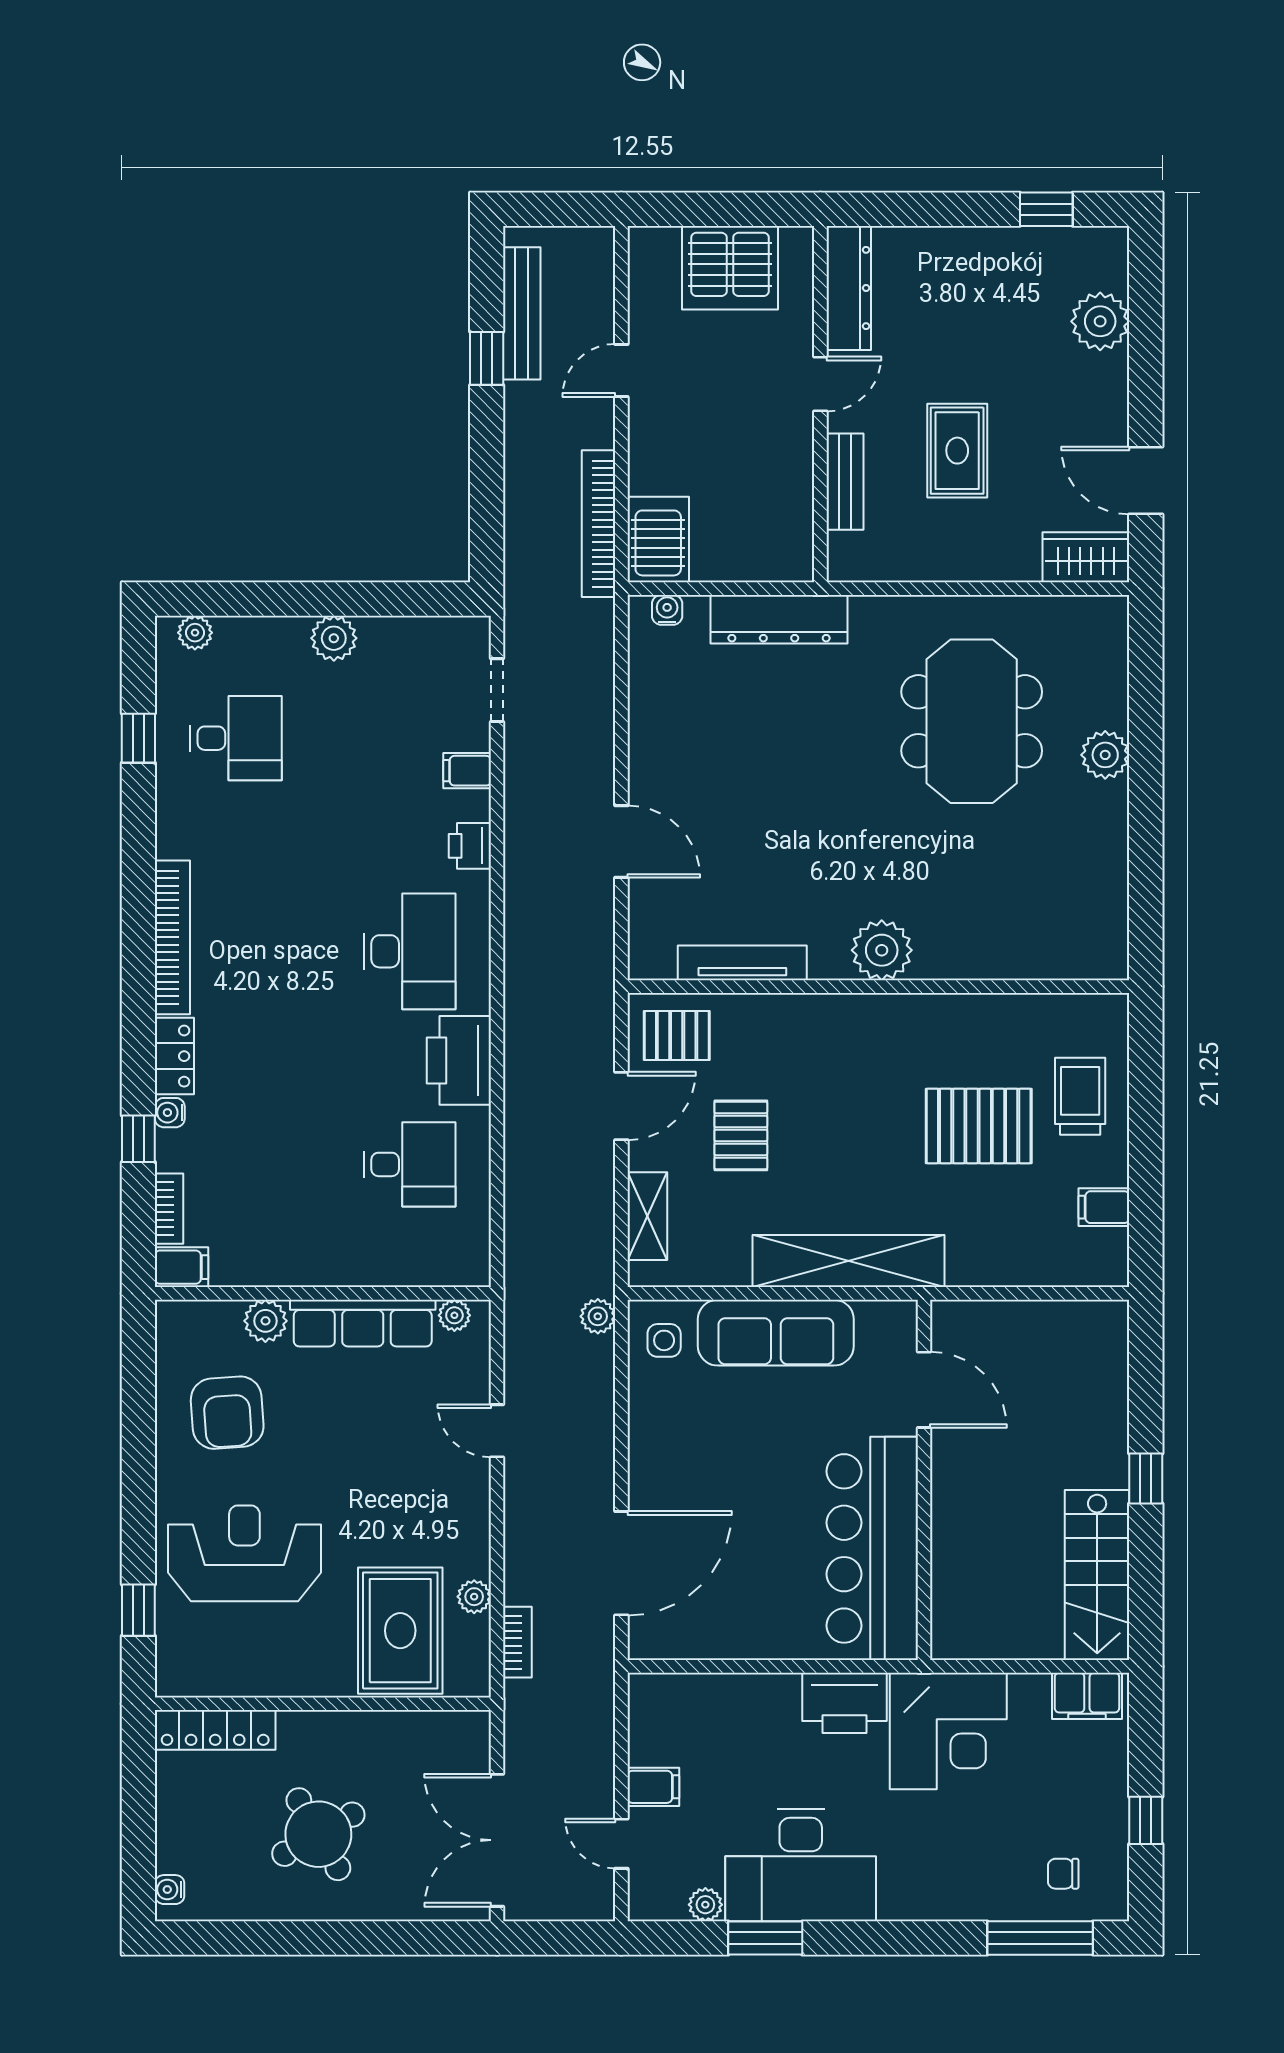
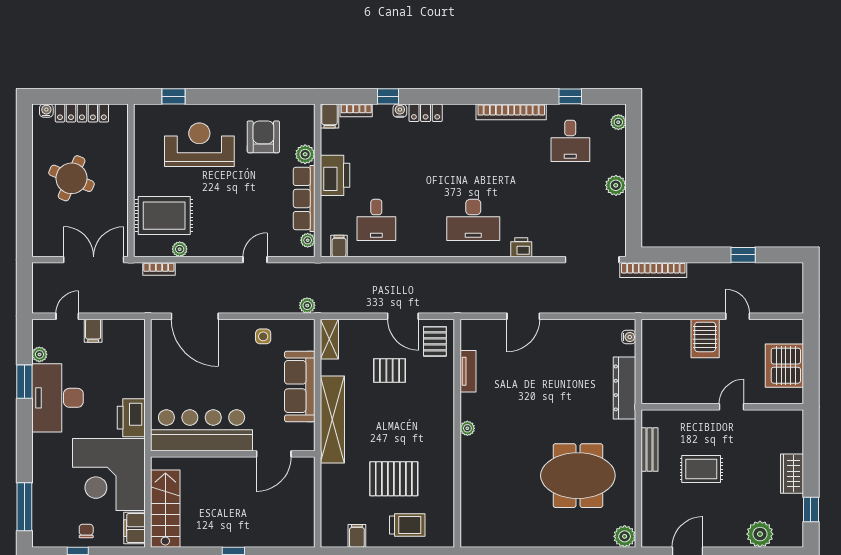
dresser: (849, 288) -> (775, 420), removed
bench: (522, 313) -> (764, 271), removed
door: (820, 384) -> (731, 407), swing flipped
bench: (845, 482) -> (650, 450), moved, turned 90
bookcase: (598, 524) -> (653, 270), moved, turned 180
server rack: (658, 540) -> (705, 339), moved, turned 90
wardrobe: (1086, 557) -> (792, 474), moved, turned 180
doorway: (497, 690) -> (592, 260), width x1.88
plant: (1105, 755) -> (625, 536), moved
filing cabinet: (467, 771) -> (339, 246), moved
bookcase: (172, 937) -> (511, 112), moved
plant: (882, 950) -> (467, 428), width x0.53, depth x0.53
tv unit: (742, 963) -> (468, 371), width x0.71
printer: (459, 1060) -> (335, 175), moved, turned 90
pallet: (979, 1126) -> (394, 479), turned 90
shelving: (647, 1216) -> (329, 339), moved, turned 90
side table: (664, 1340) -> (263, 336), moved
armchair: (227, 1413) -> (263, 137), turned 94
reception desk: (244, 1553) -> (199, 145), turned -90
stairs: (1097, 1575) -> (165, 509), moved, turned 90
locker: (215, 1730) -> (82, 113), moved, turned -90
corner desk: (948, 1731) -> (109, 475), width x1.36, depth x1.36
round table: (318, 1834) -> (72, 178), turned -37
double door: (497, 1840) -> (94, 260), moved
chair: (1063, 1874) -> (86, 531), moved

